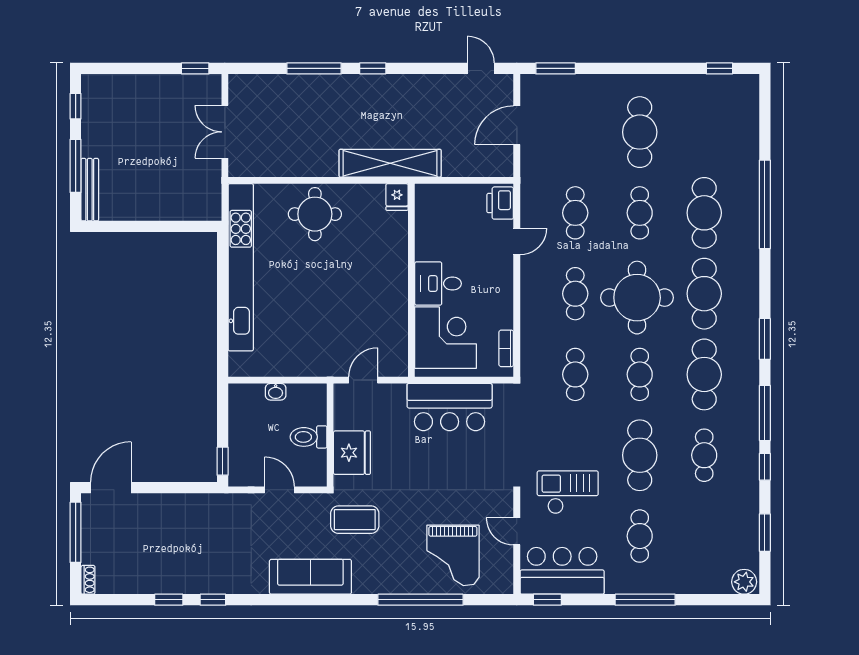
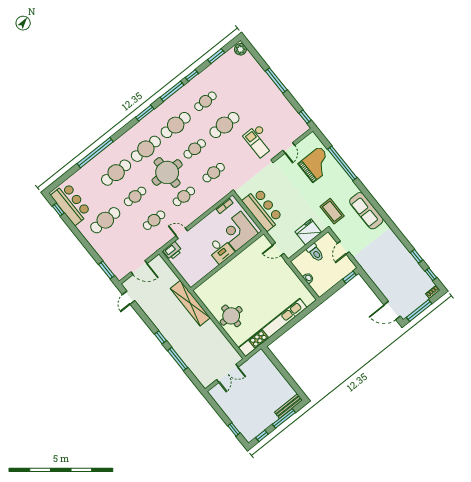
window: (195, 68) -> (234, 429), moved
fridge: (397, 197) -> (201, 291), removed
cafe table: (640, 536) -> (254, 101), removed
bar counter: (562, 571) -> (71, 204), moved, turned 180
window: (213, 600) -> (431, 274), moved

